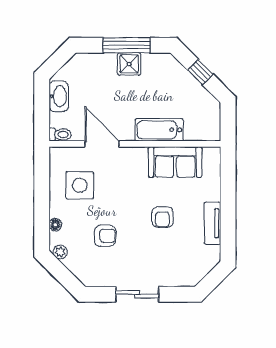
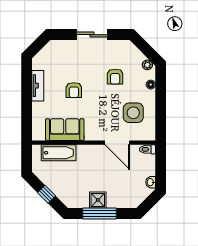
washbasin: (59, 96) -> (151, 182), width x0.52, depth x0.69
bathtub: (159, 130) -> (59, 153), moved
armchair: (162, 217) -> (74, 90), turned 180
armchair: (105, 236) -> (115, 77), turned -90

